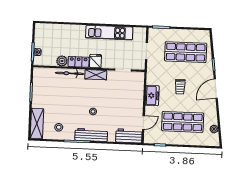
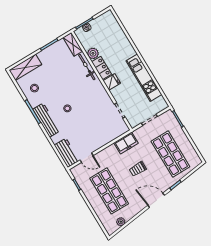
shelving: (96, 75) -> (73, 44), moved
freezer: (152, 96) -> (126, 143), moved

